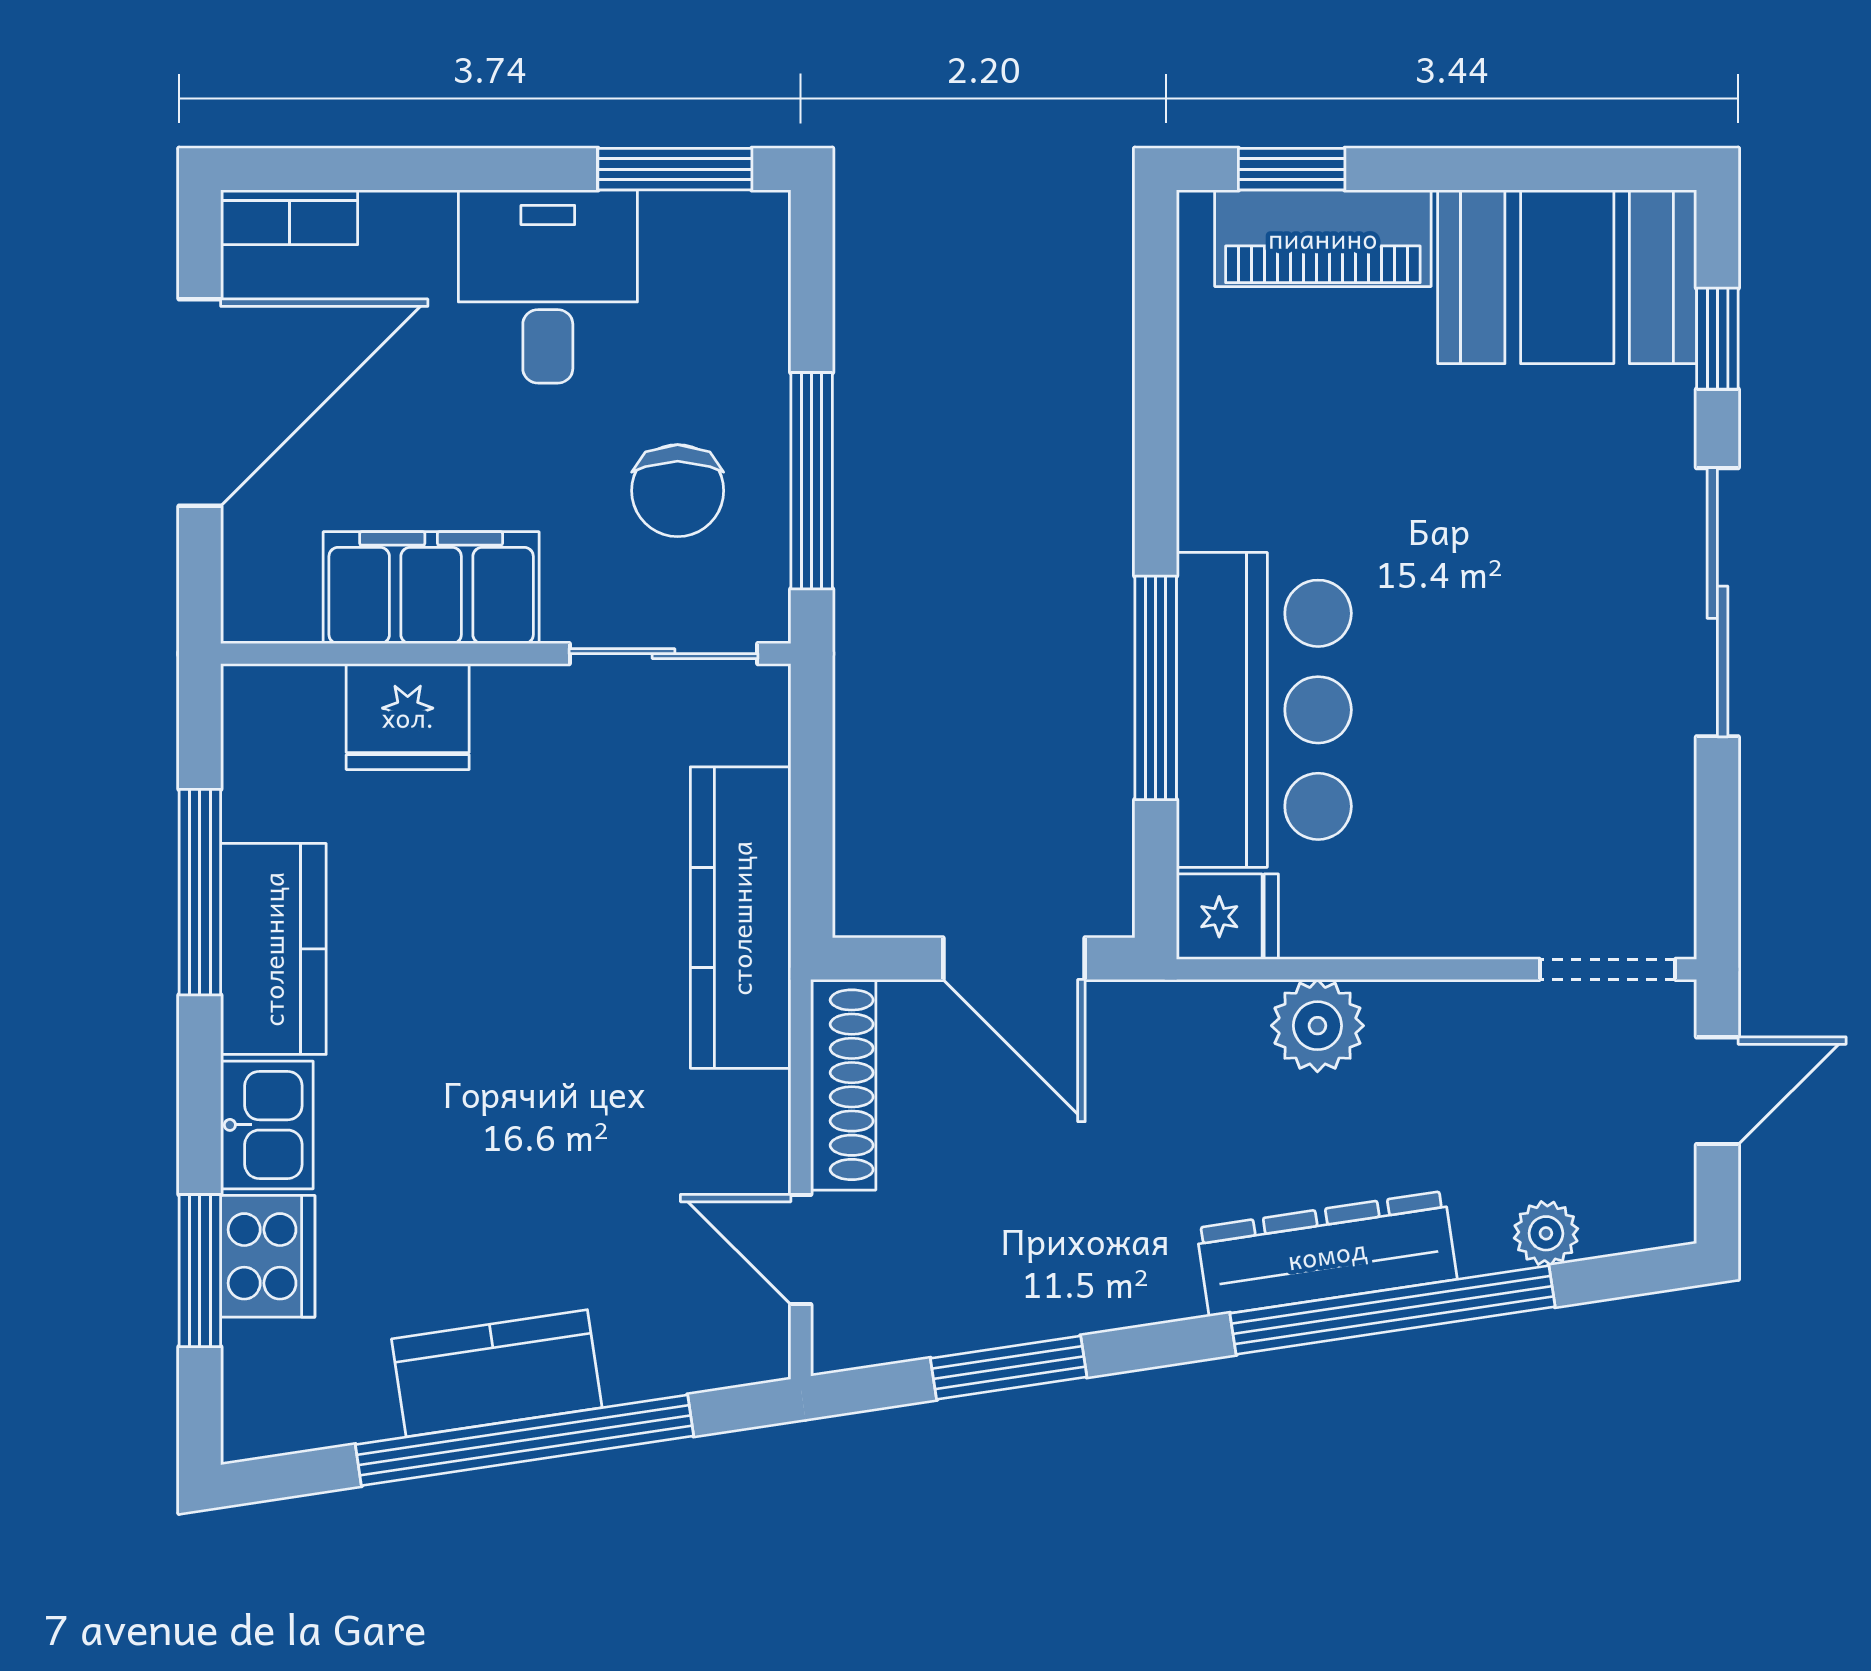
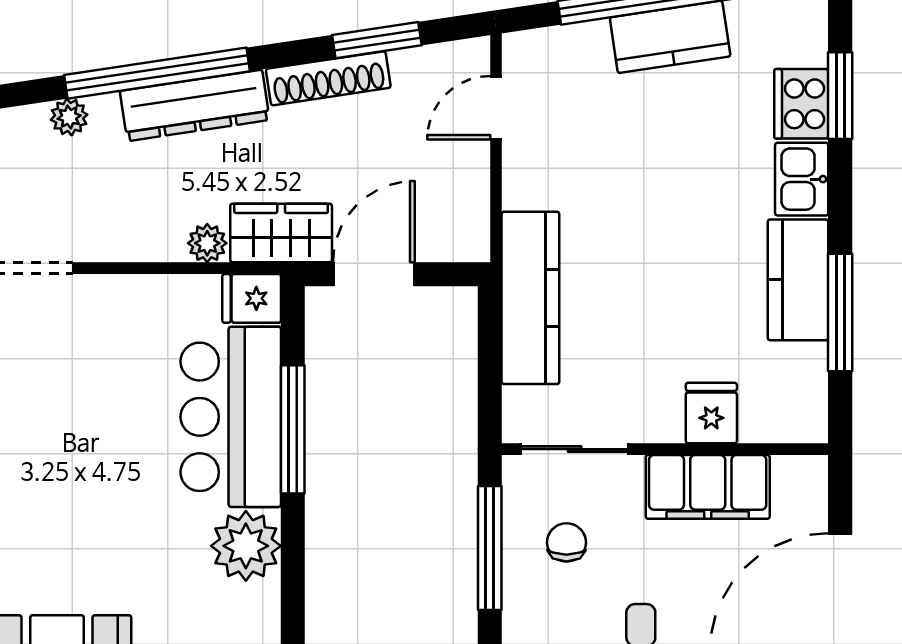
plant: (1238, 485) -> (246, 546), added
chair: (678, 491) -> (566, 542), width x0.73, depth x0.73
fridge: (408, 717) -> (711, 413), width x0.72
door: (1014, 959) -> (374, 274), hinge flipped
plant: (1317, 1026) -> (207, 243), width x0.73, depth x0.73
wardrobe: (1176, 1031) -> (281, 233), added
shoe rack: (843, 1085) -> (328, 78), moved, turned -99
door: (801, 1249) -> (496, 108), swing flipped

